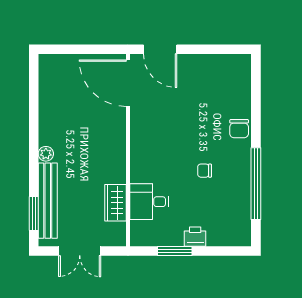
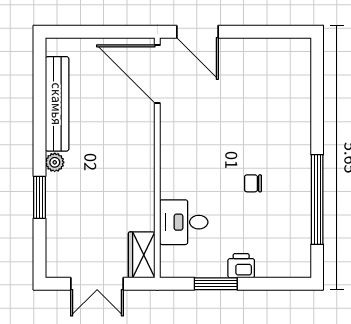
chair: (239, 129) -> (296, 131), removed
bench: (48, 201) -> (57, 104), moved
wardrobe: (115, 203) -> (142, 255), moved
window: (34, 214) -> (40, 197), moved

